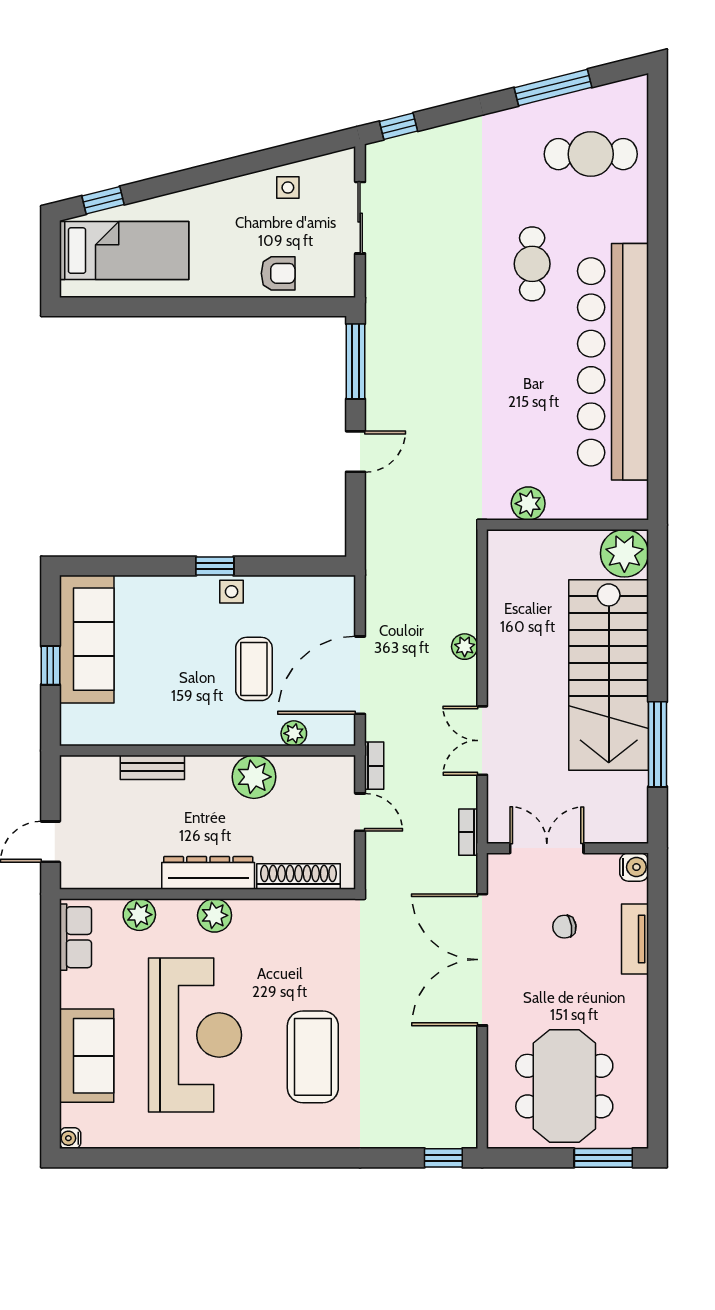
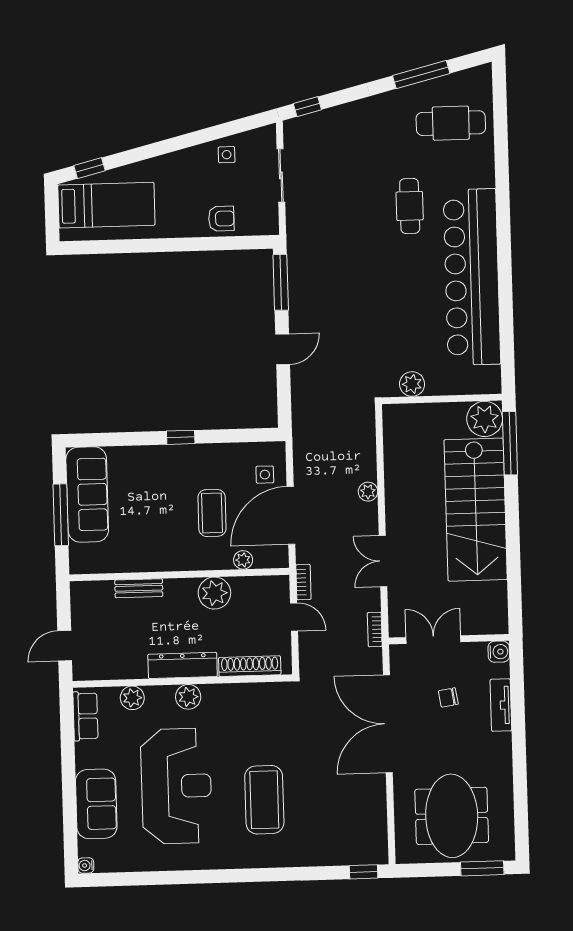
side table: (232, 592) -> (265, 475), moved
window: (50, 665) -> (61, 515), width x2.17
window: (658, 744) -> (510, 443), moved

